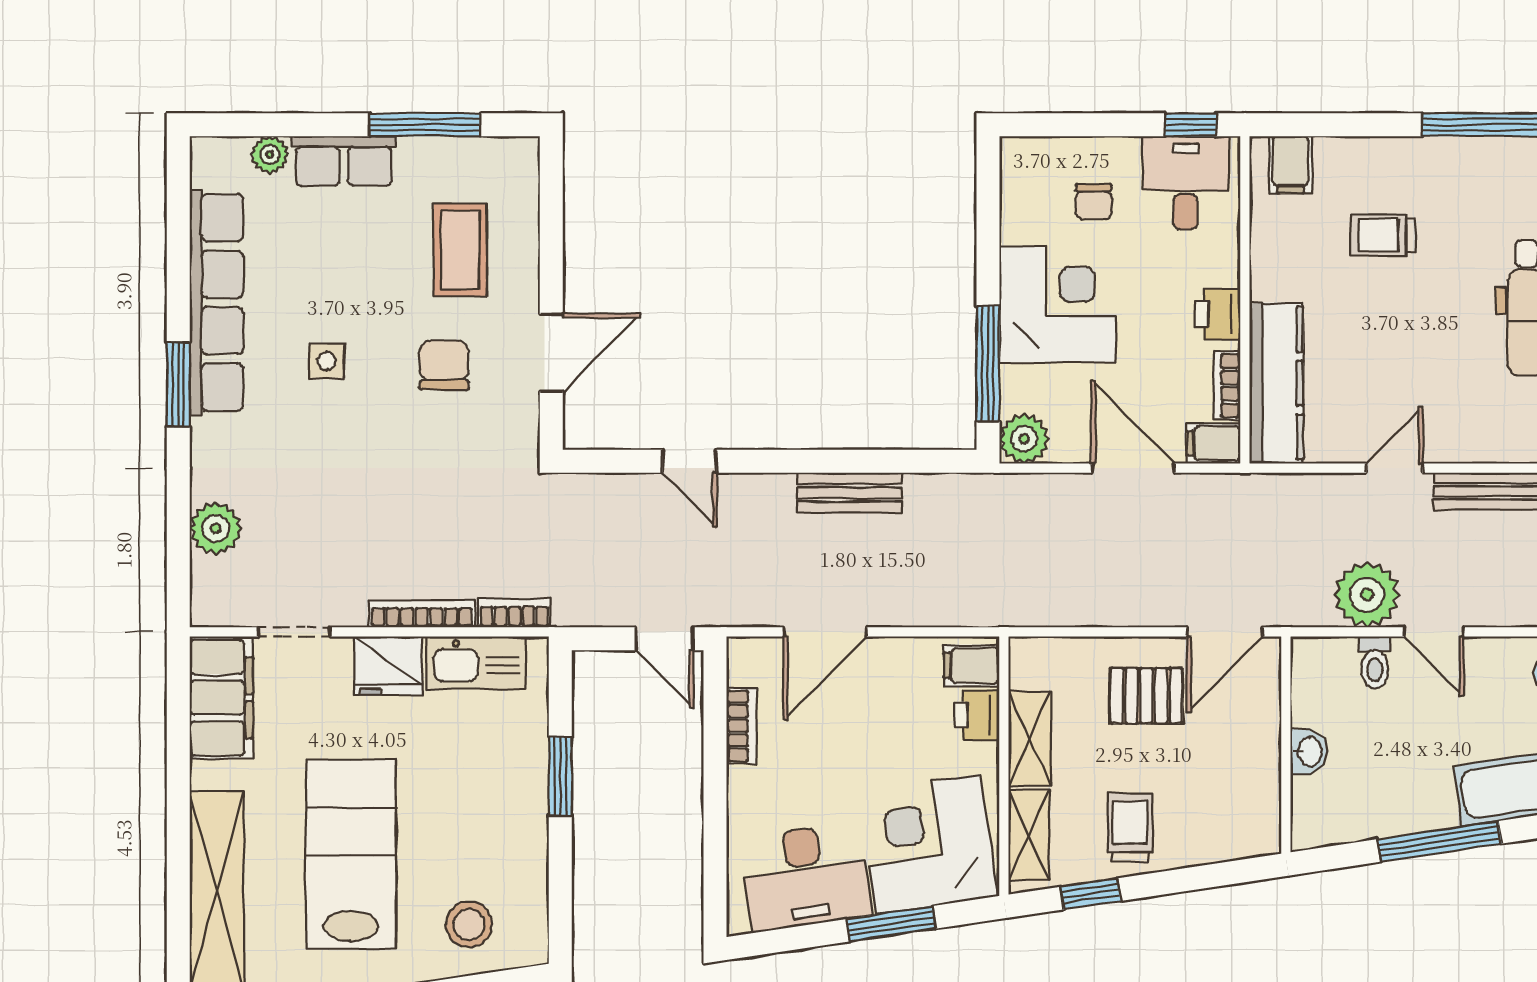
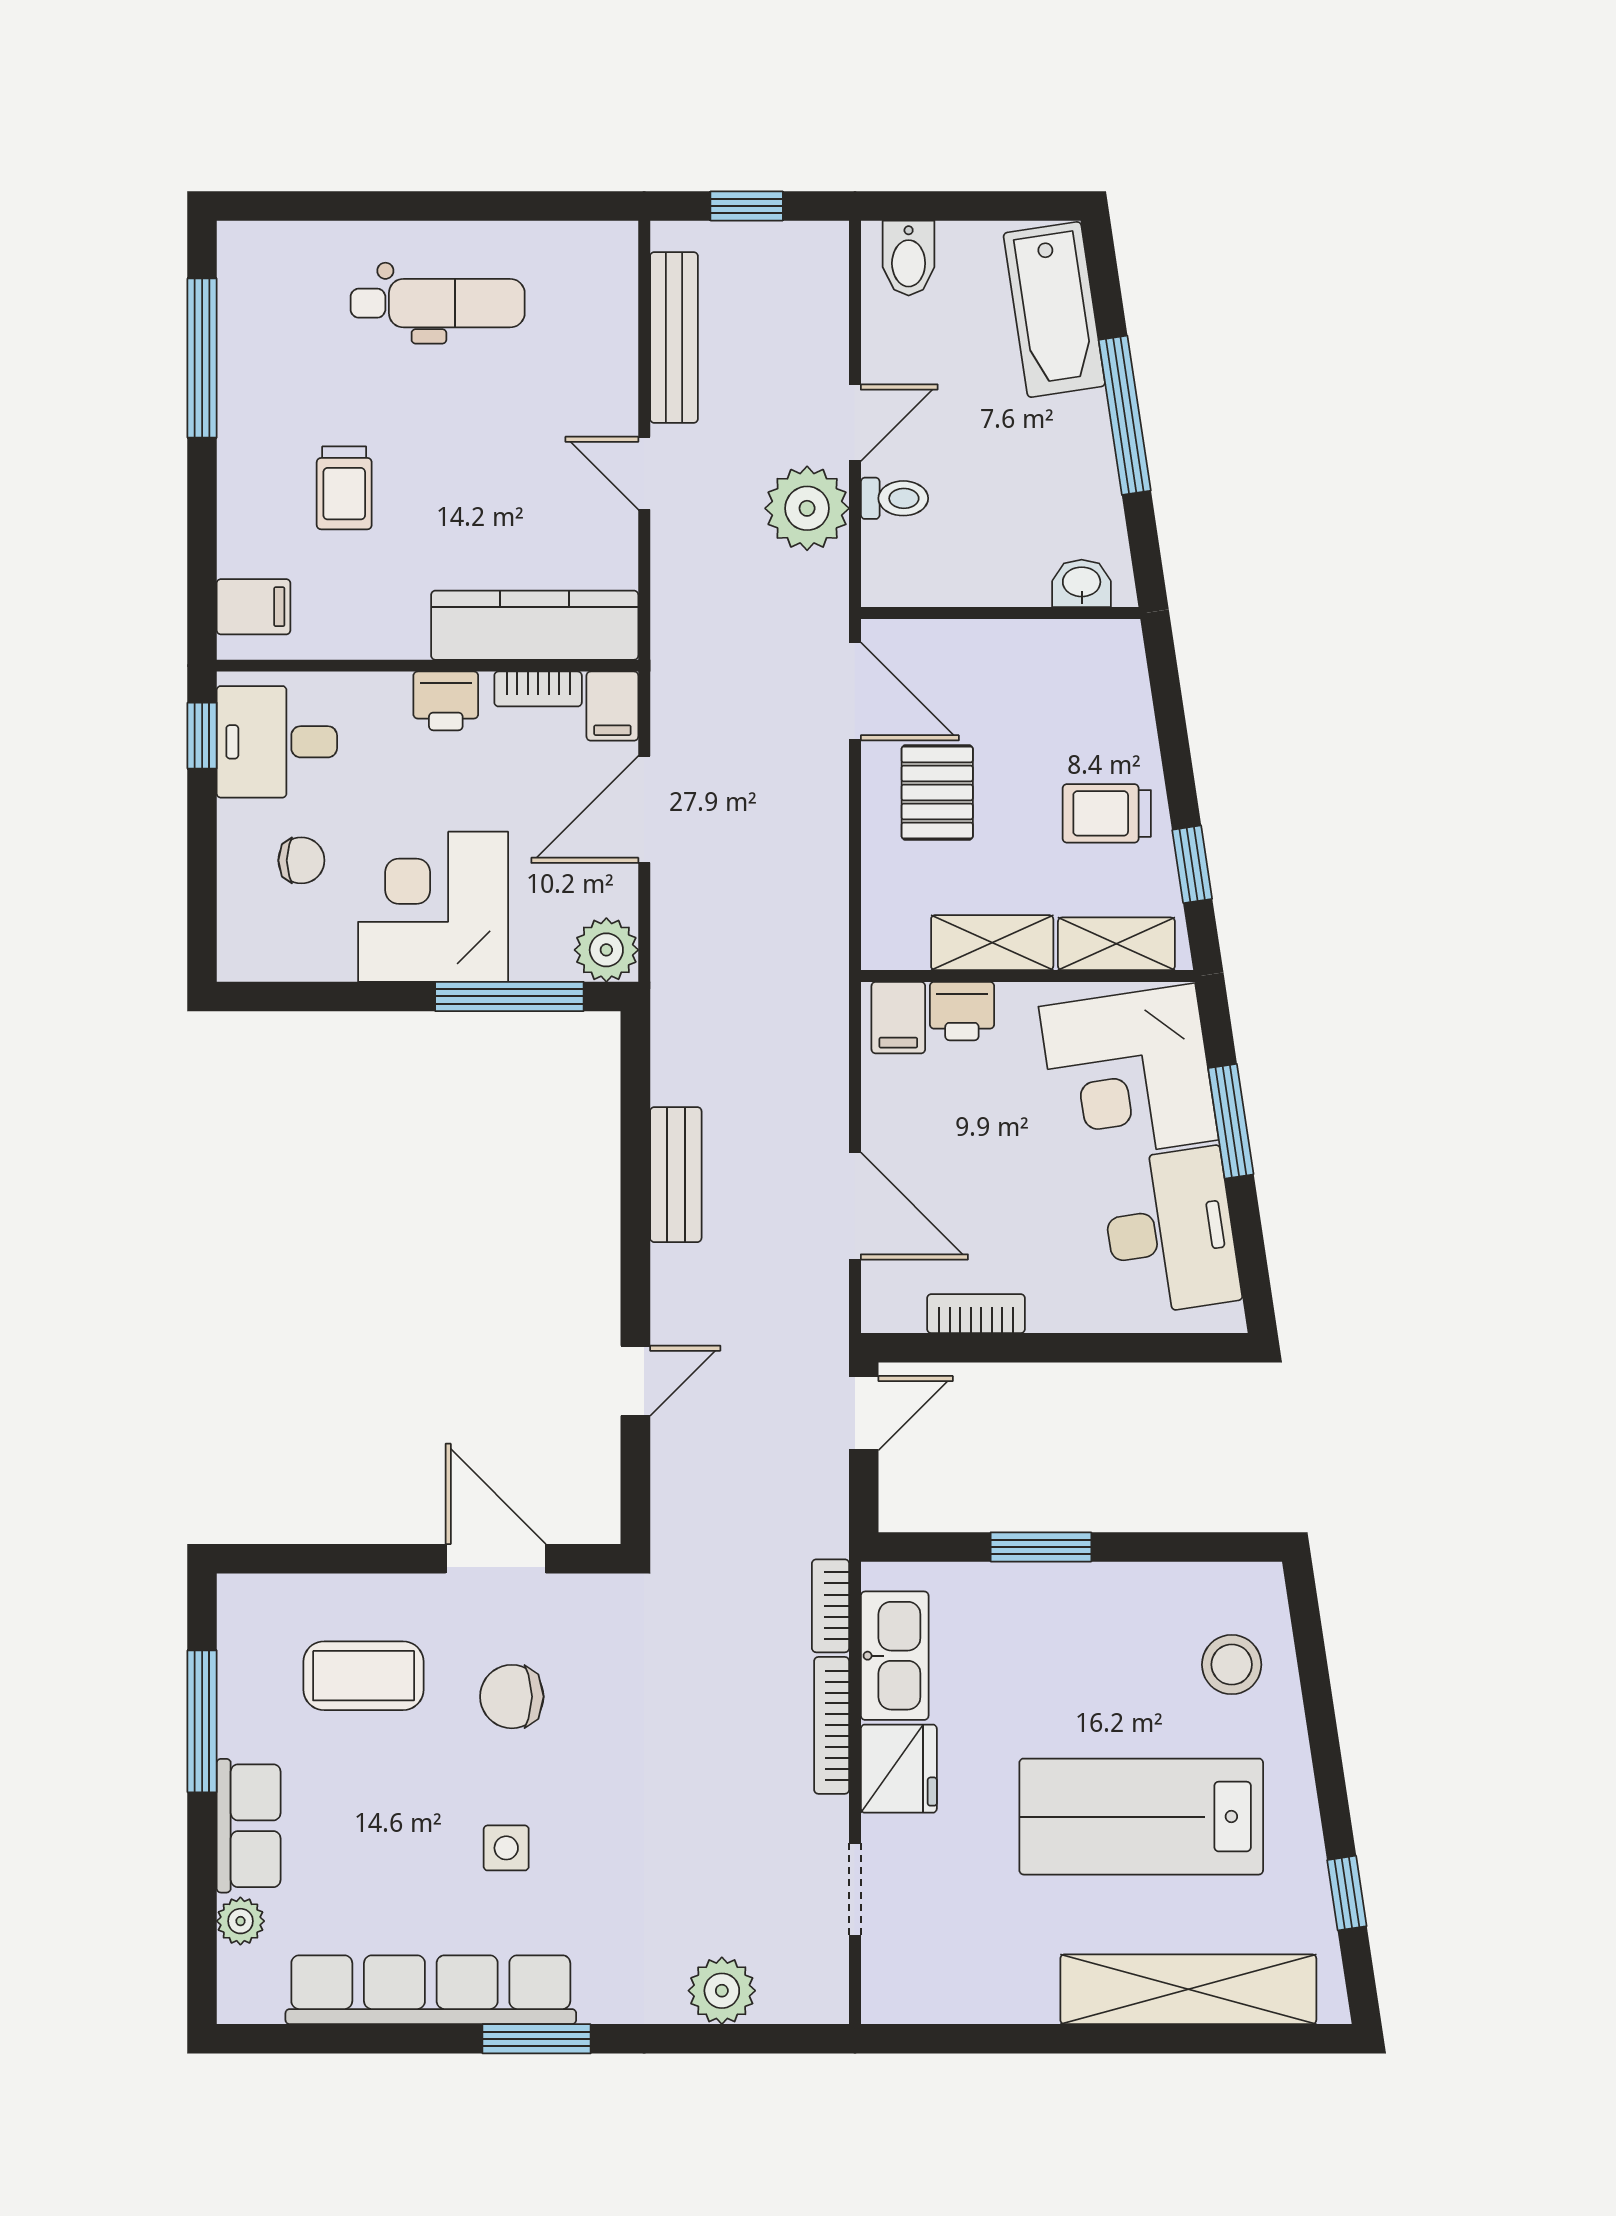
filing cabinet: (221, 698) -> (940, 1983), removed
washbasin: (1309, 751) -> (1082, 583), moved

